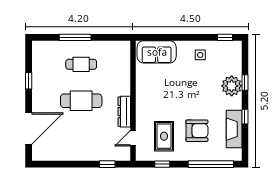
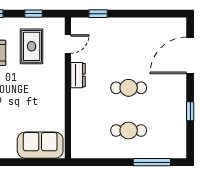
window: (75, 37) -> (152, 162), moved
cafe table: (81, 101) -> (129, 88), width x0.73, depth x0.74
dresser: (124, 112) -> (78, 75), width x0.70

